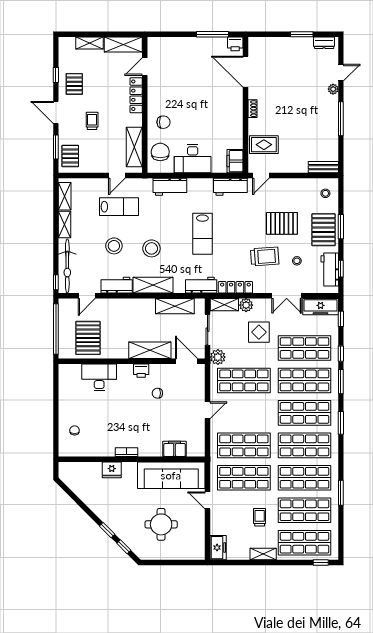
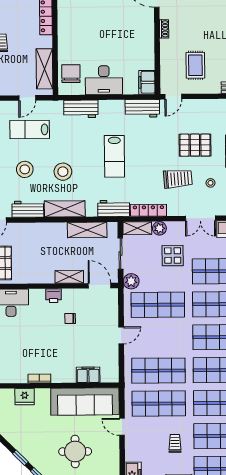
chair: (163, 122) -> (74, 43), removed
rug: (264, 145) -> (195, 65), moved, turned 90
lab bench: (119, 207) -> (30, 130), turned 180
shelving: (150, 350) -> (69, 277), width x0.67, depth x0.75

